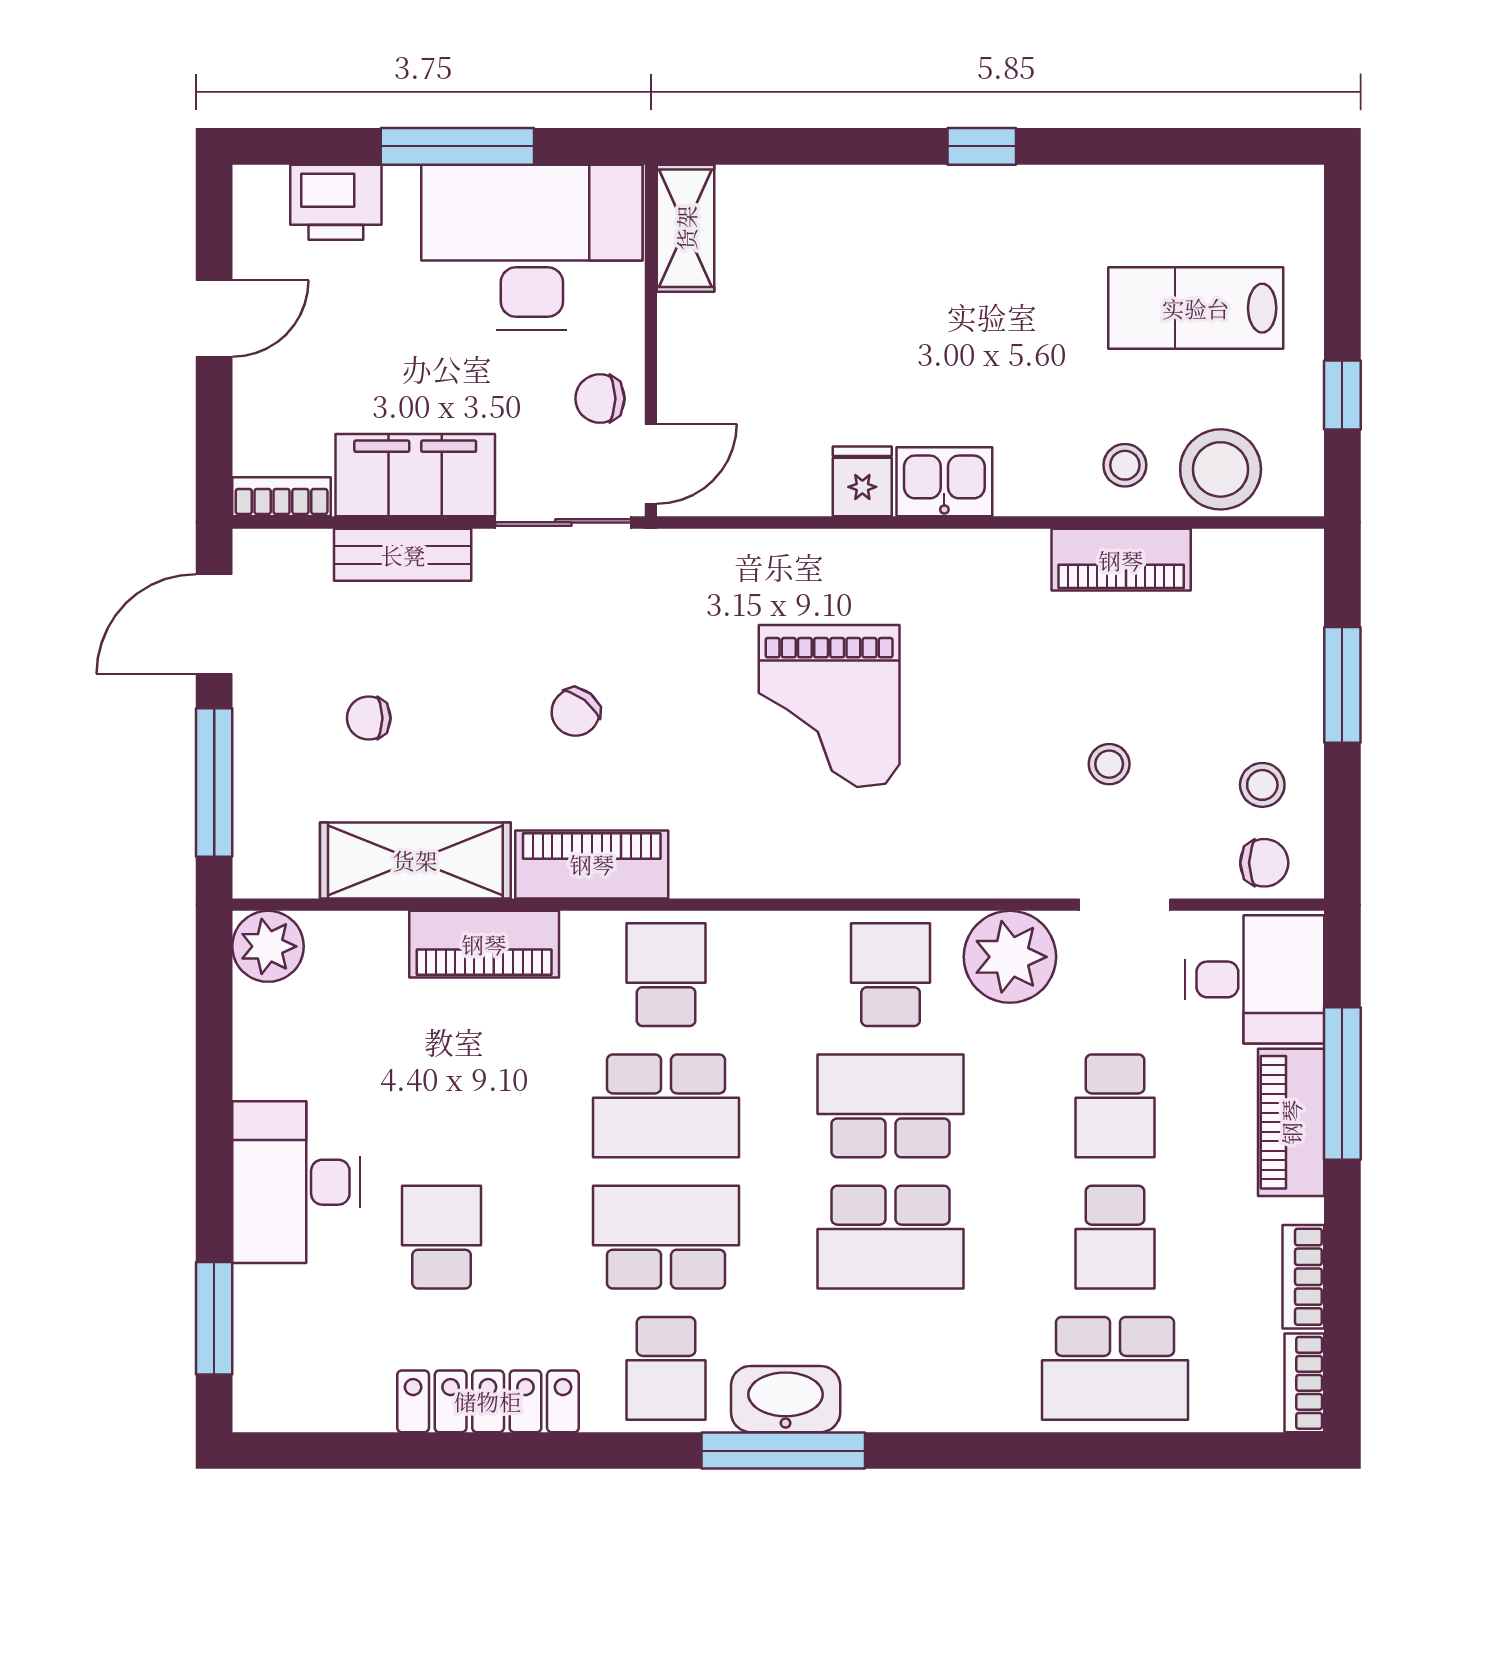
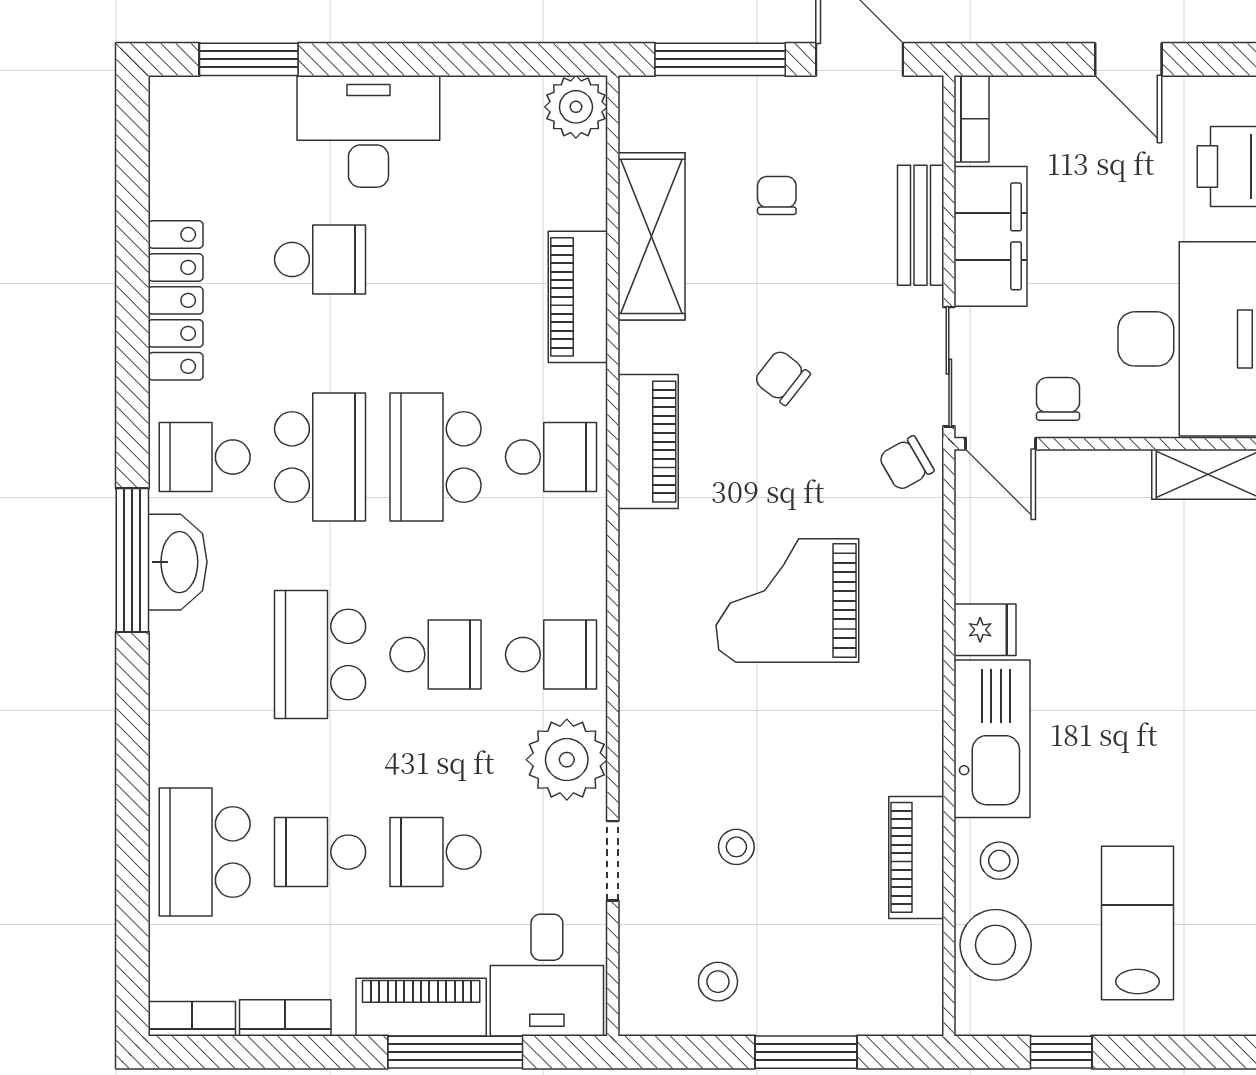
kitchen sink: (944, 482) -> (992, 739), width x1.88, depth x1.24
chair: (1264, 863) -> (906, 463), moved, turned 60
piano: (592, 864) -> (648, 442), moved
school desk: (891, 1106) -> (436, 655), width x0.54

